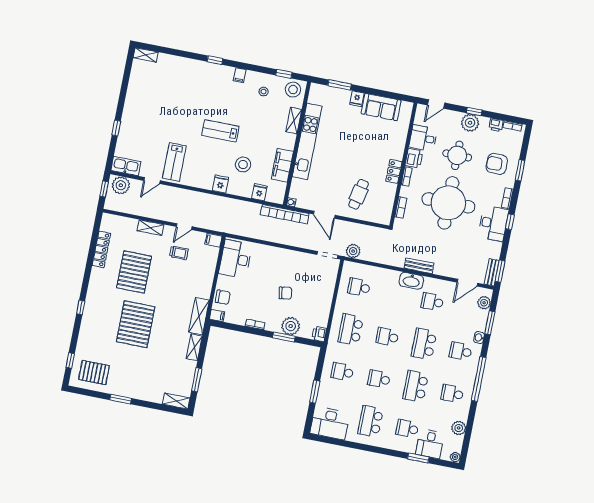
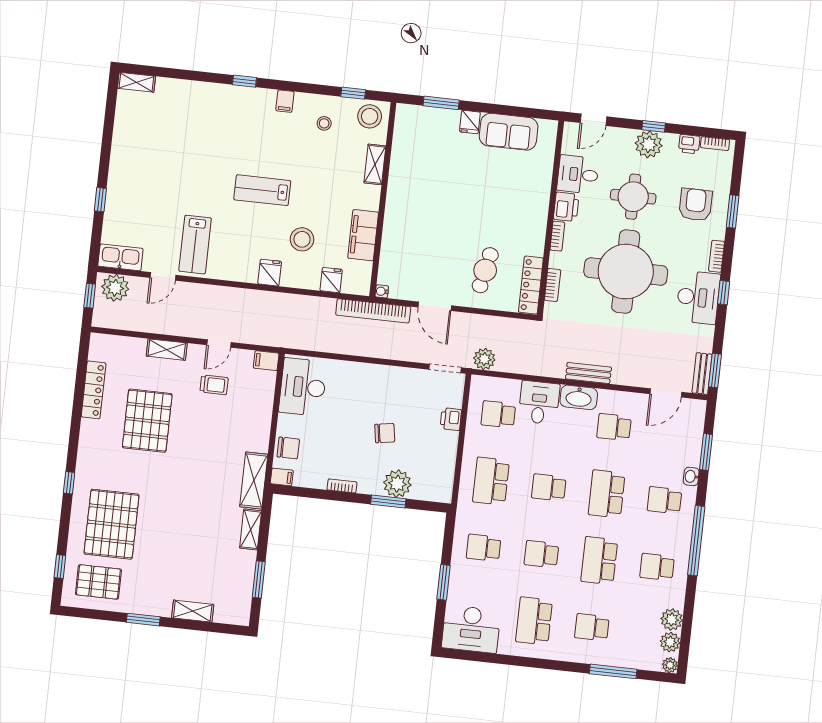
kitchen unit: (307, 141) -> (398, 195), removed
armchair: (497, 164) -> (696, 205), turned 90
locker: (394, 171) -> (531, 285), moved, width x1.53
plant: (484, 303) -> (670, 642), moved
pallet: (136, 324) -> (112, 524), moved
printer: (319, 334) -> (451, 419), moved
shelving: (176, 401) -> (193, 611), moved
desk: (430, 444) -> (539, 403), moved, turned 180
window: (418, 458) -> (613, 671), width x1.44

